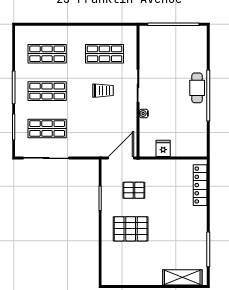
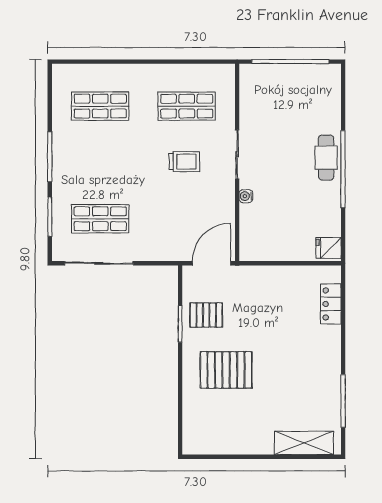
shop shelf: (47, 91) -> (100, 162), removed
fridge: (163, 148) -> (328, 248), moved, turned -90
locker: (200, 185) -> (331, 304), width x0.66
pallet: (134, 190) -> (206, 315), moved

